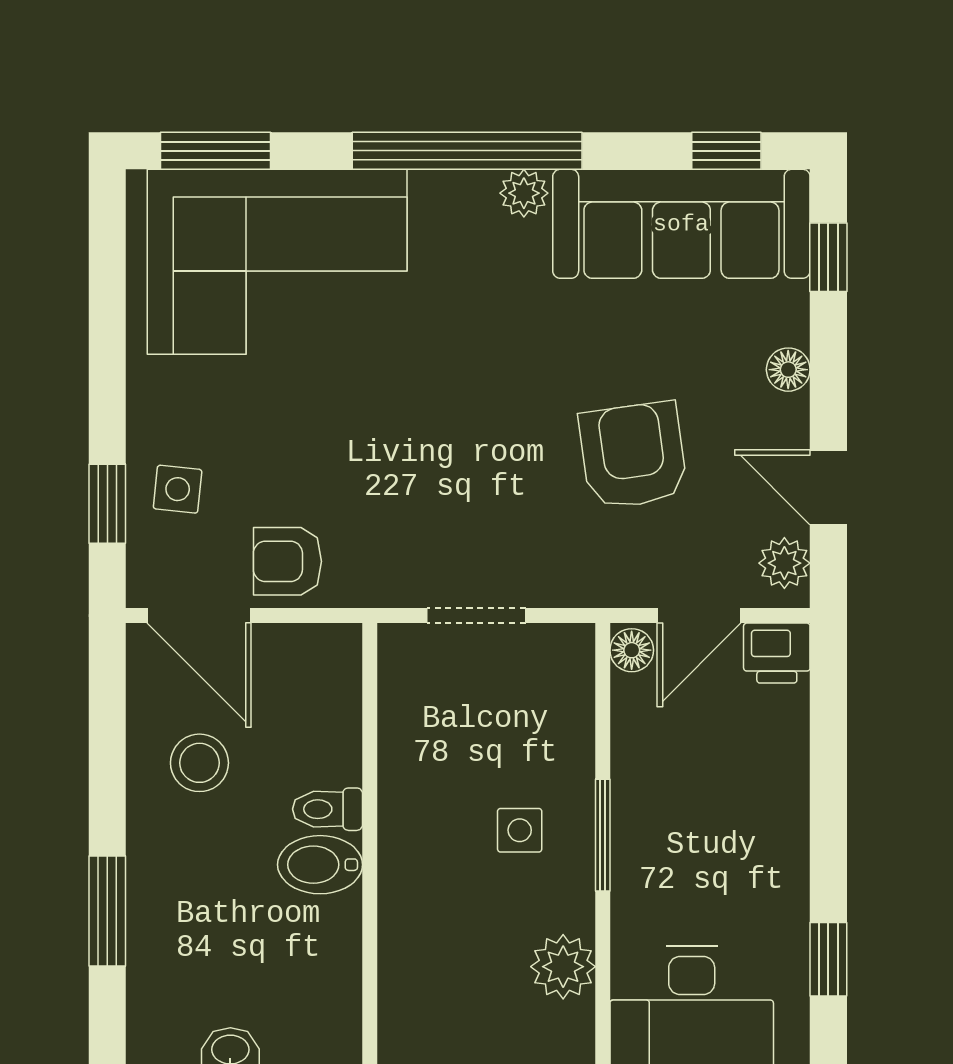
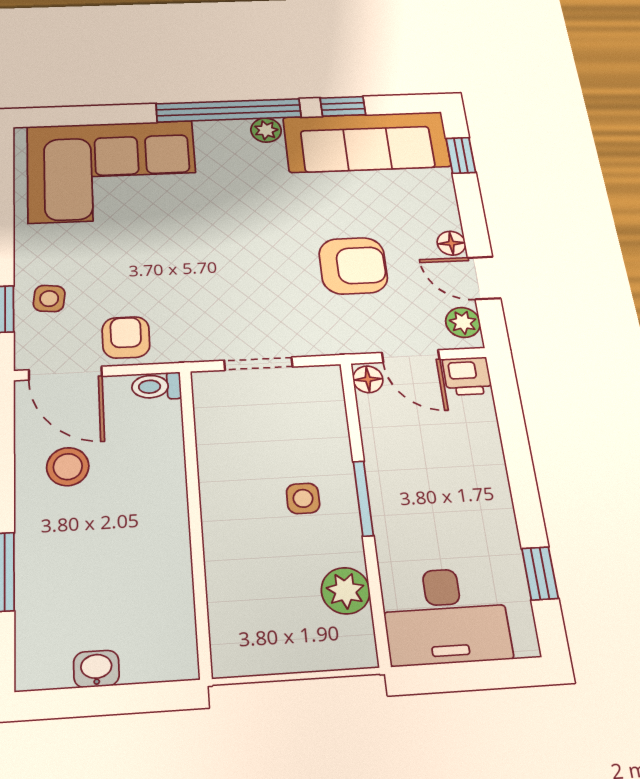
window: (215, 151) -> (70, 116), removed
window: (726, 151) -> (343, 106), moved
floor lamp: (788, 370) -> (451, 243), moved
armchair: (633, 455) -> (353, 266), turned 98
armchair: (287, 561) -> (126, 337), turned 90
door: (699, 616) -> (411, 356), hinge flipped
toilet: (328, 809) -> (156, 386), moved
bidet: (320, 865) -> (159, 530), removed

